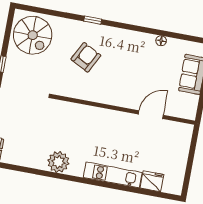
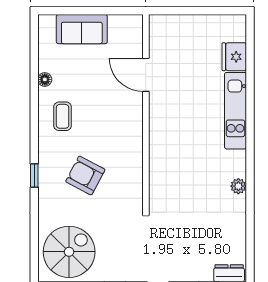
coffee table: (132, 49) -> (63, 116), added
plant: (58, 162) -> (238, 186), width x0.53, depth x0.53

